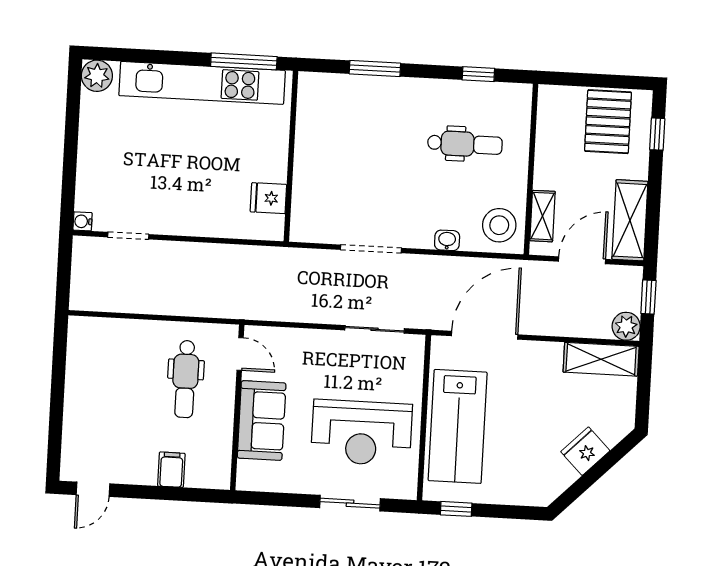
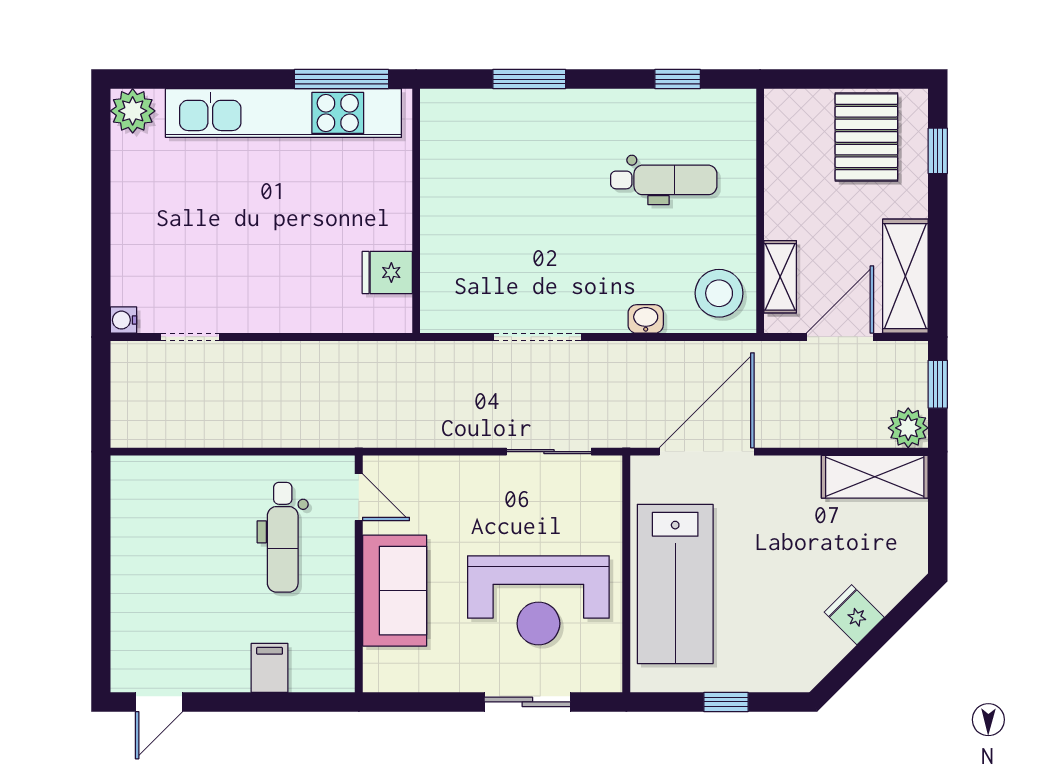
fridge: (585, 451) -> (854, 615), width x0.72
window: (456, 509) -> (726, 702), moved

